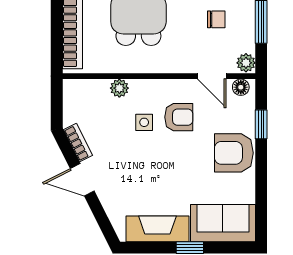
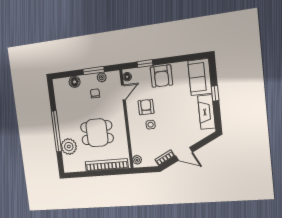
plant: (246, 63) -> (102, 77), moved
plant: (119, 88) -> (137, 160), moved
door: (82, 180) -> (184, 154), hinge flipped

